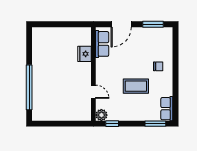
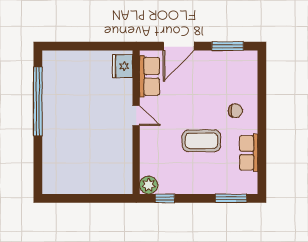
fridge: (84, 54) -> (123, 66), moved
window: (29, 87) -> (38, 101), moved
door: (93, 92) -> (136, 116), moved
row of seats: (167, 109) -> (249, 153), moved

